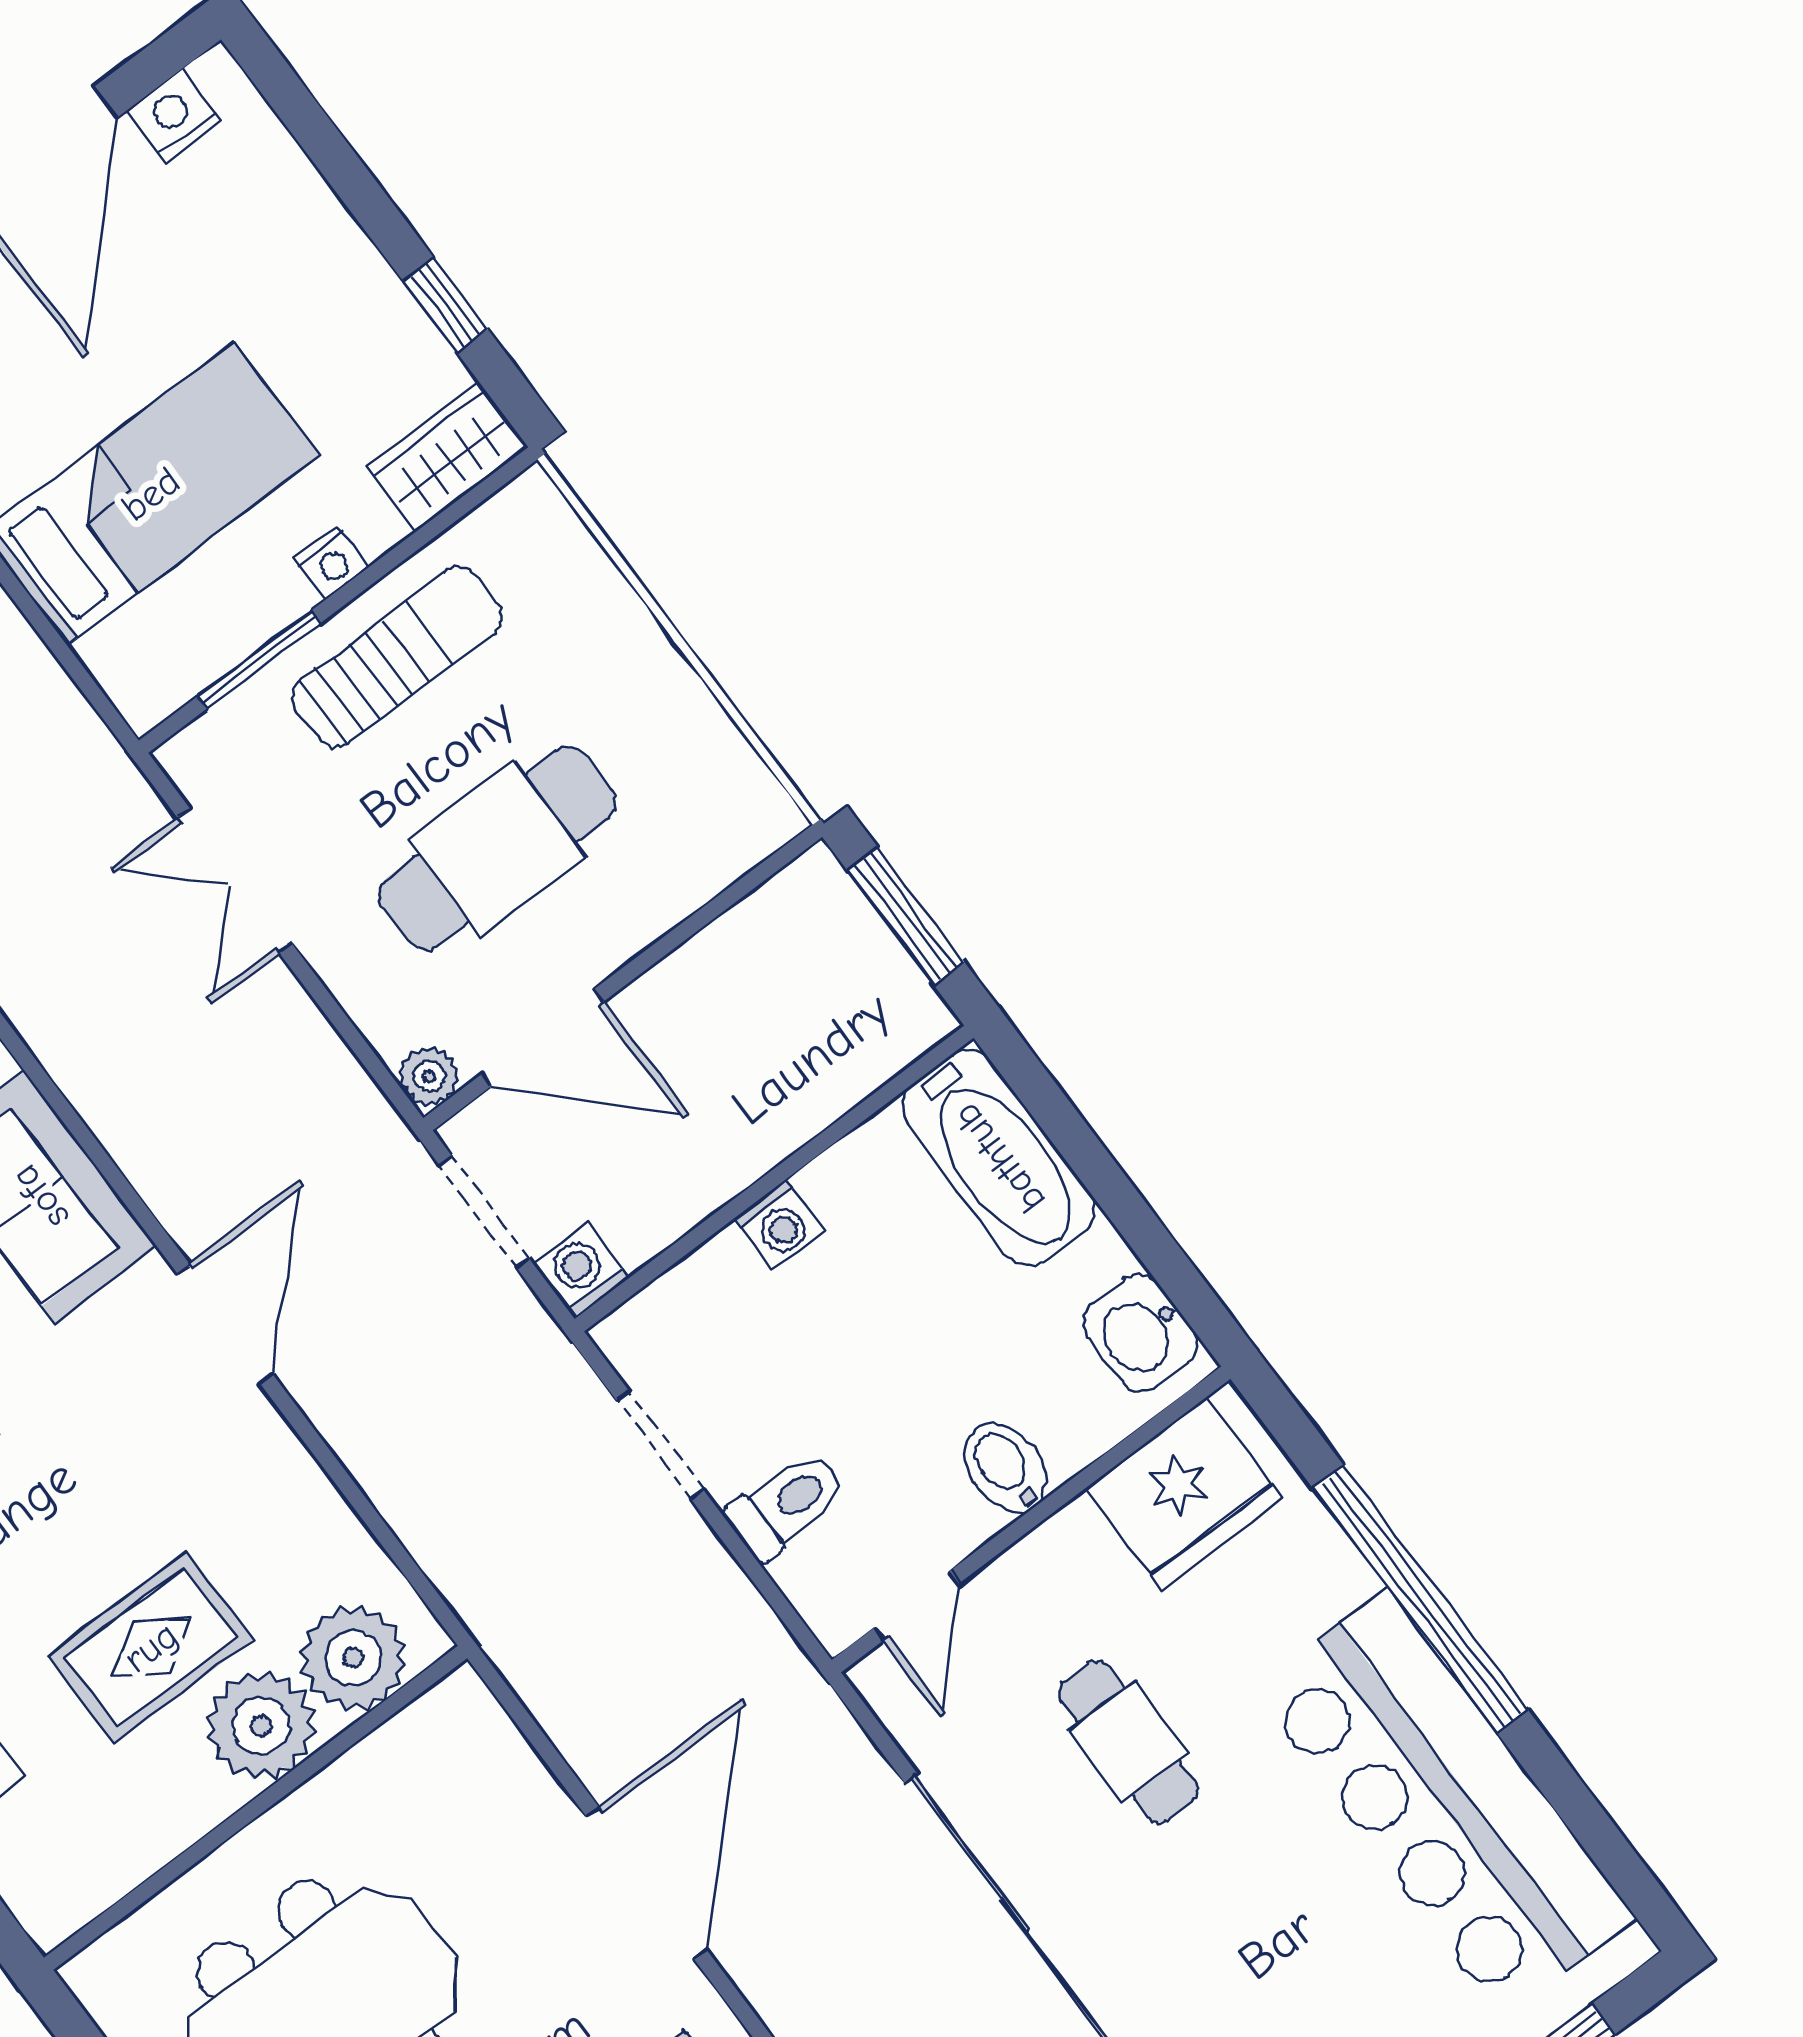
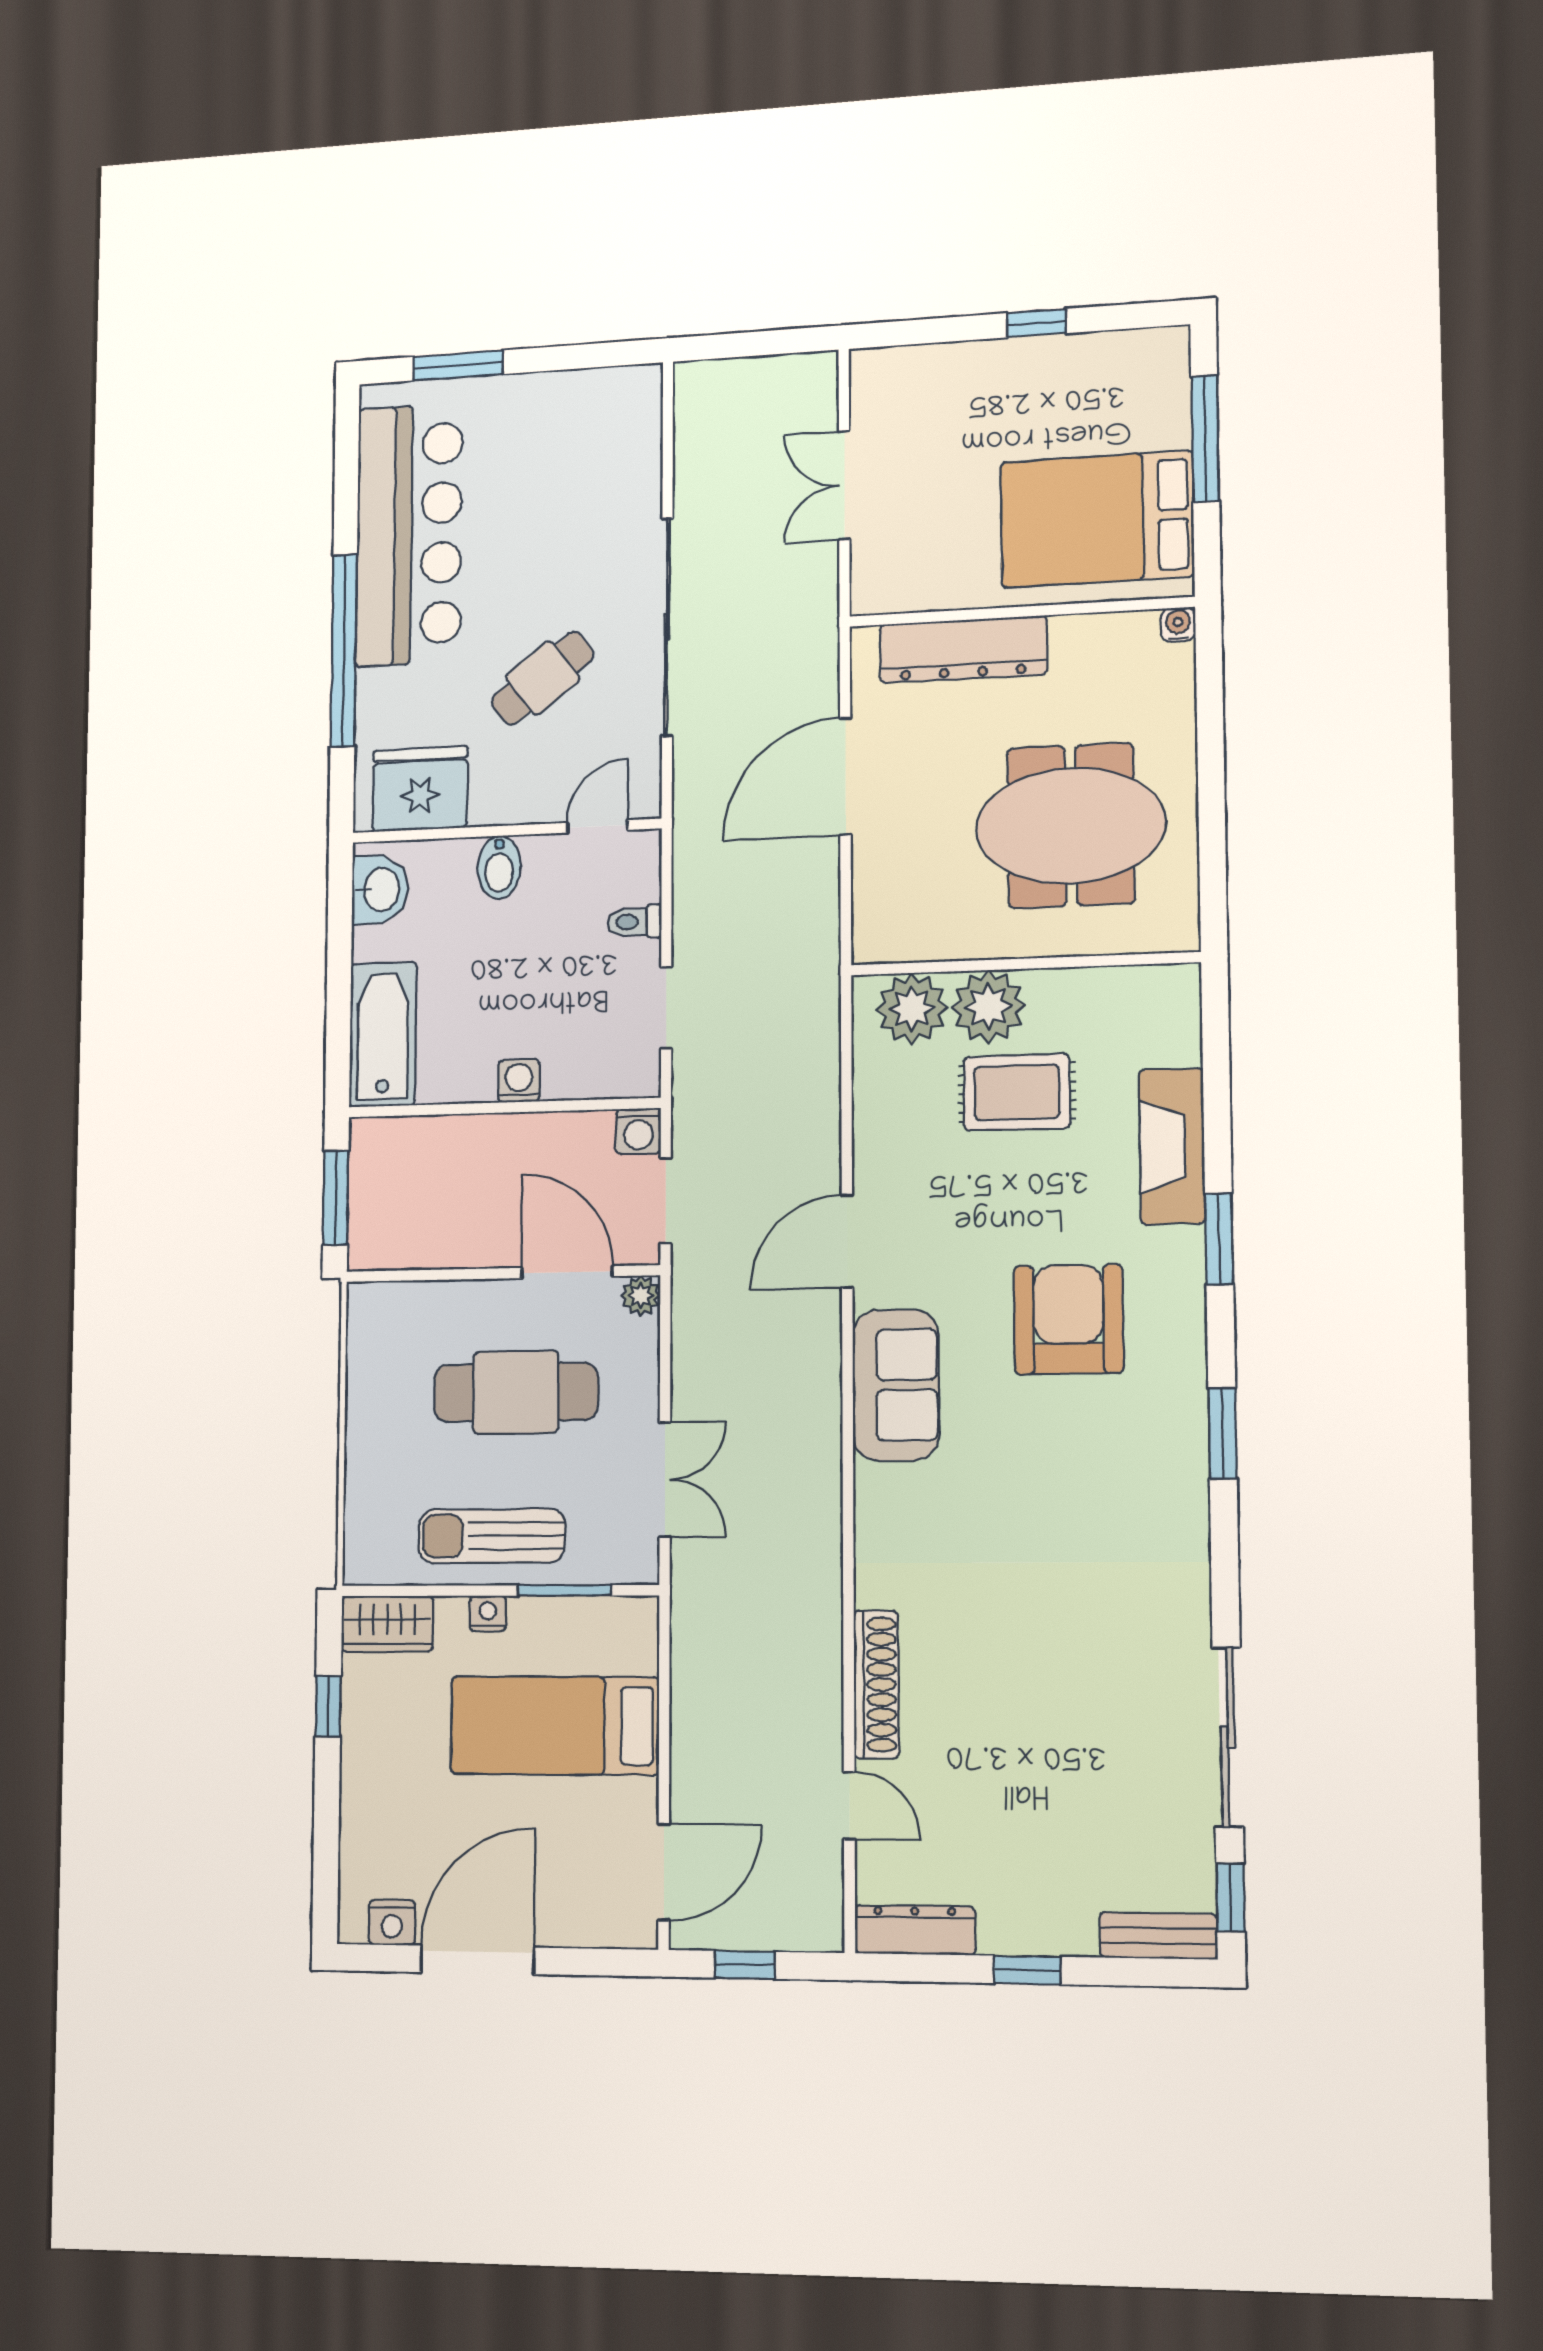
toilet: (787, 1504) -> (635, 922), width x0.73, depth x0.72
cafe table: (1128, 1742) -> (543, 678), turned 52

